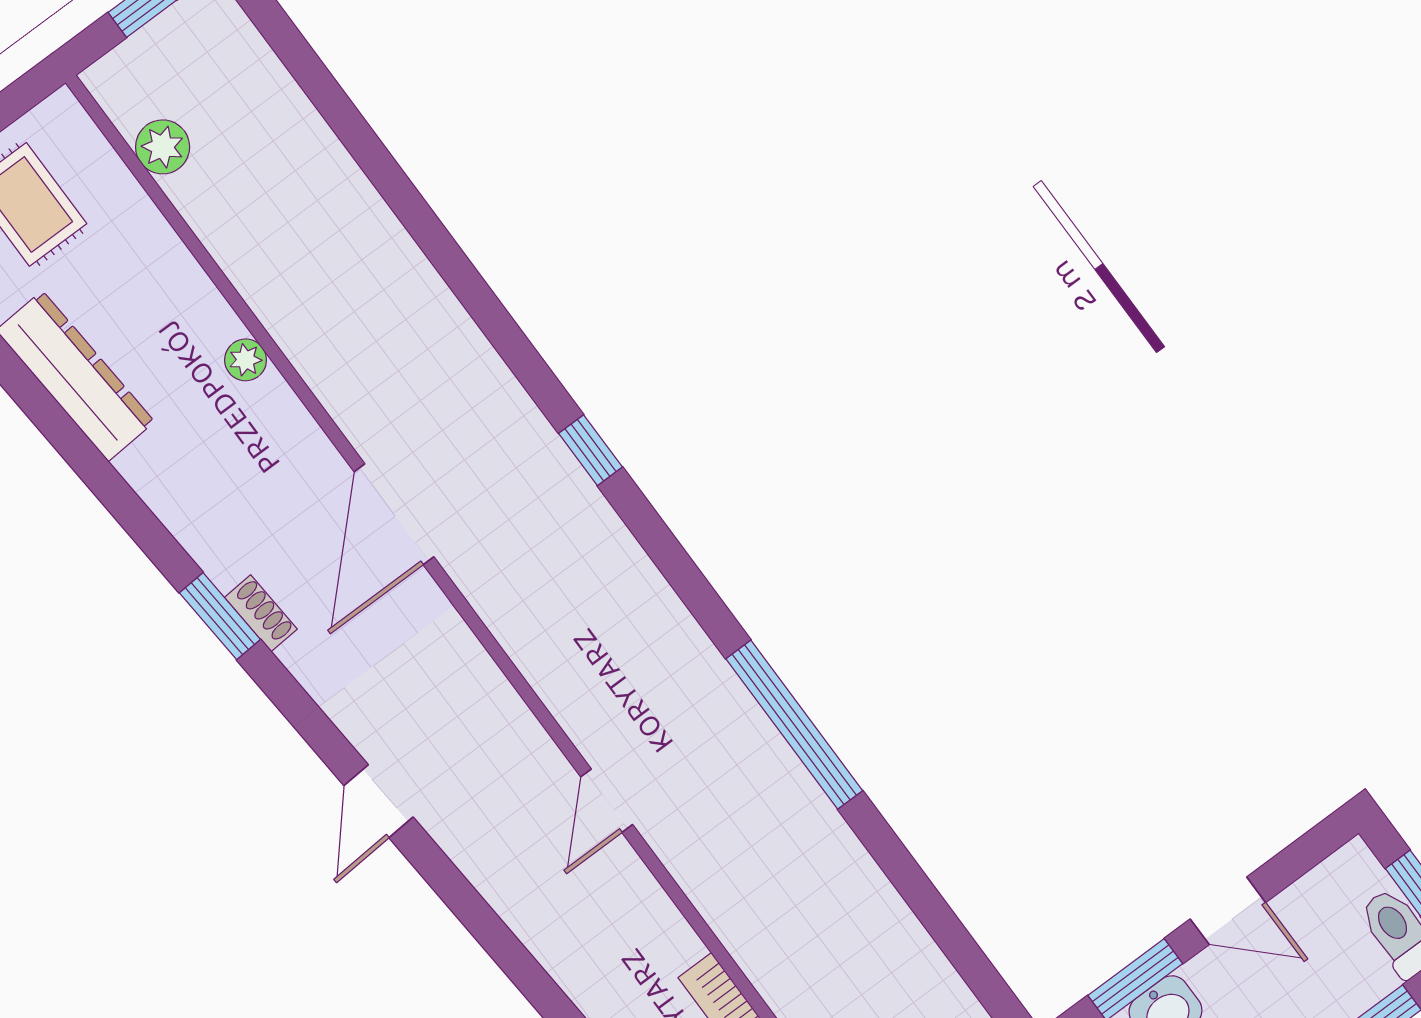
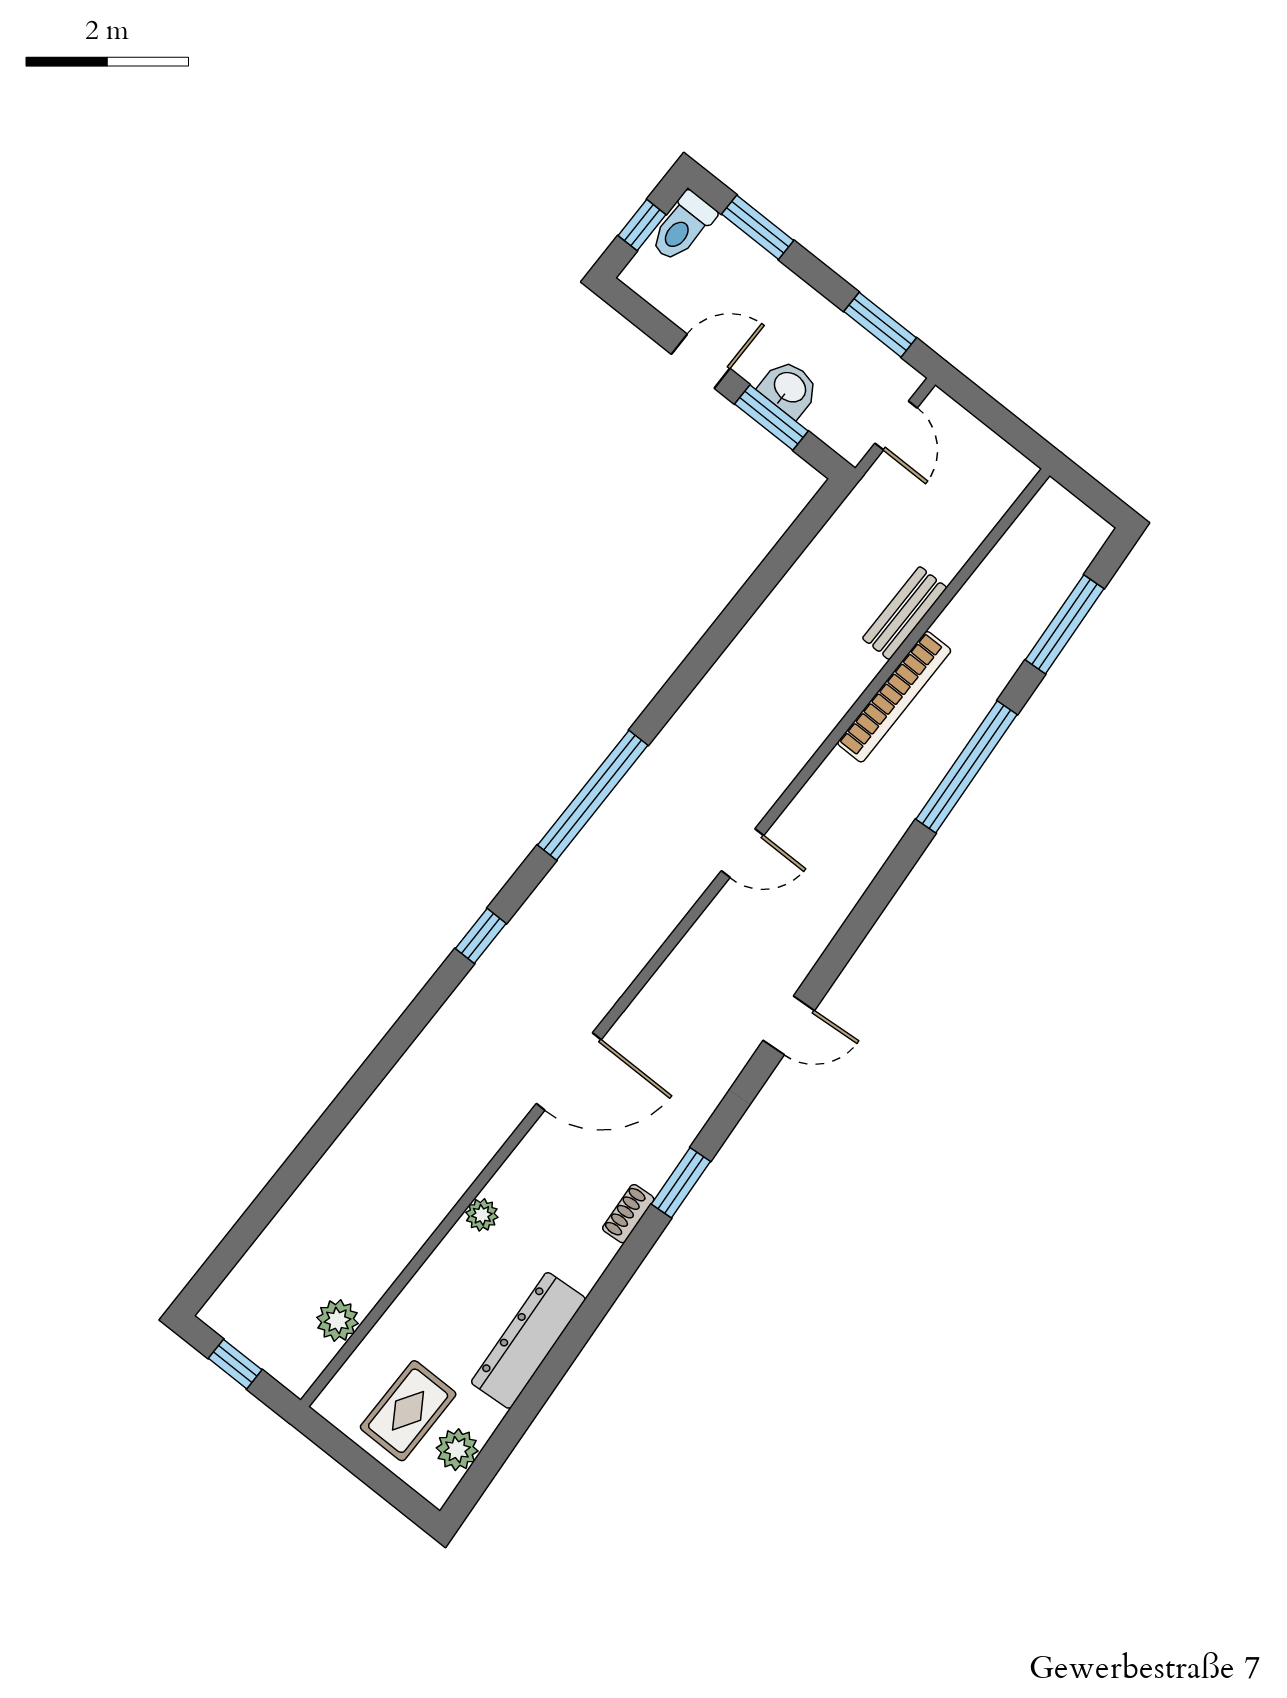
shoe rack: (261, 613) -> (628, 1214), moved
window: (794, 725) -> (593, 795), moved
door: (1228, 911) -> (701, 361), hinge flipped

